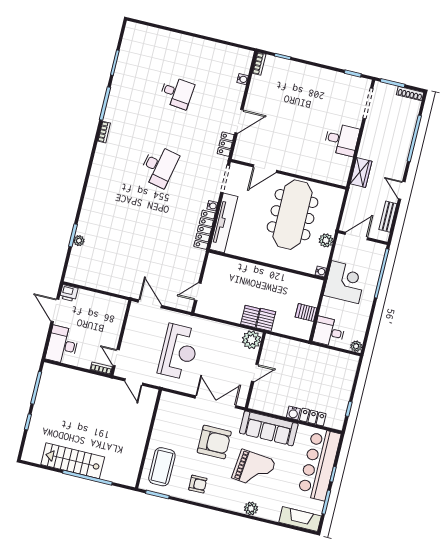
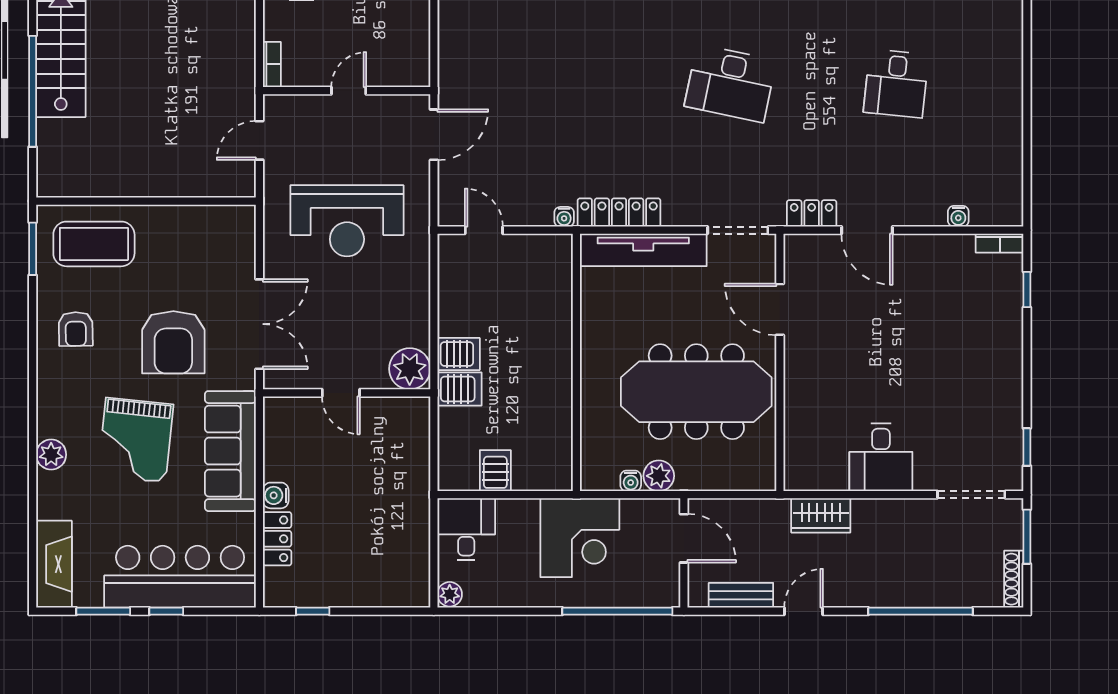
water cooler: (212, 206) -> (564, 217), moved
water cooler: (321, 271) -> (631, 481), moved
door: (116, 358) -> (349, 91), moved

